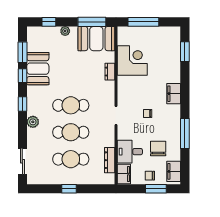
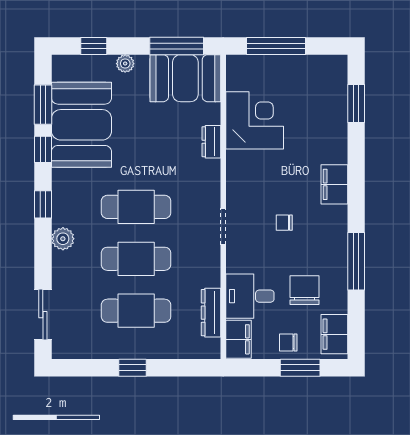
booth: (38, 69) -> (81, 125), width x1.36, depth x1.42

